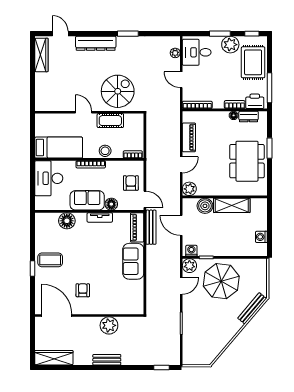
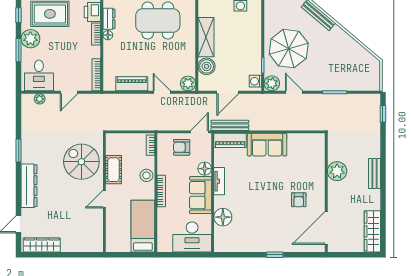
desk: (49, 178) -> (192, 237), moved
coffee table: (50, 260) -> (265, 235), removed
armchair: (83, 290) -> (299, 200), turned -90

